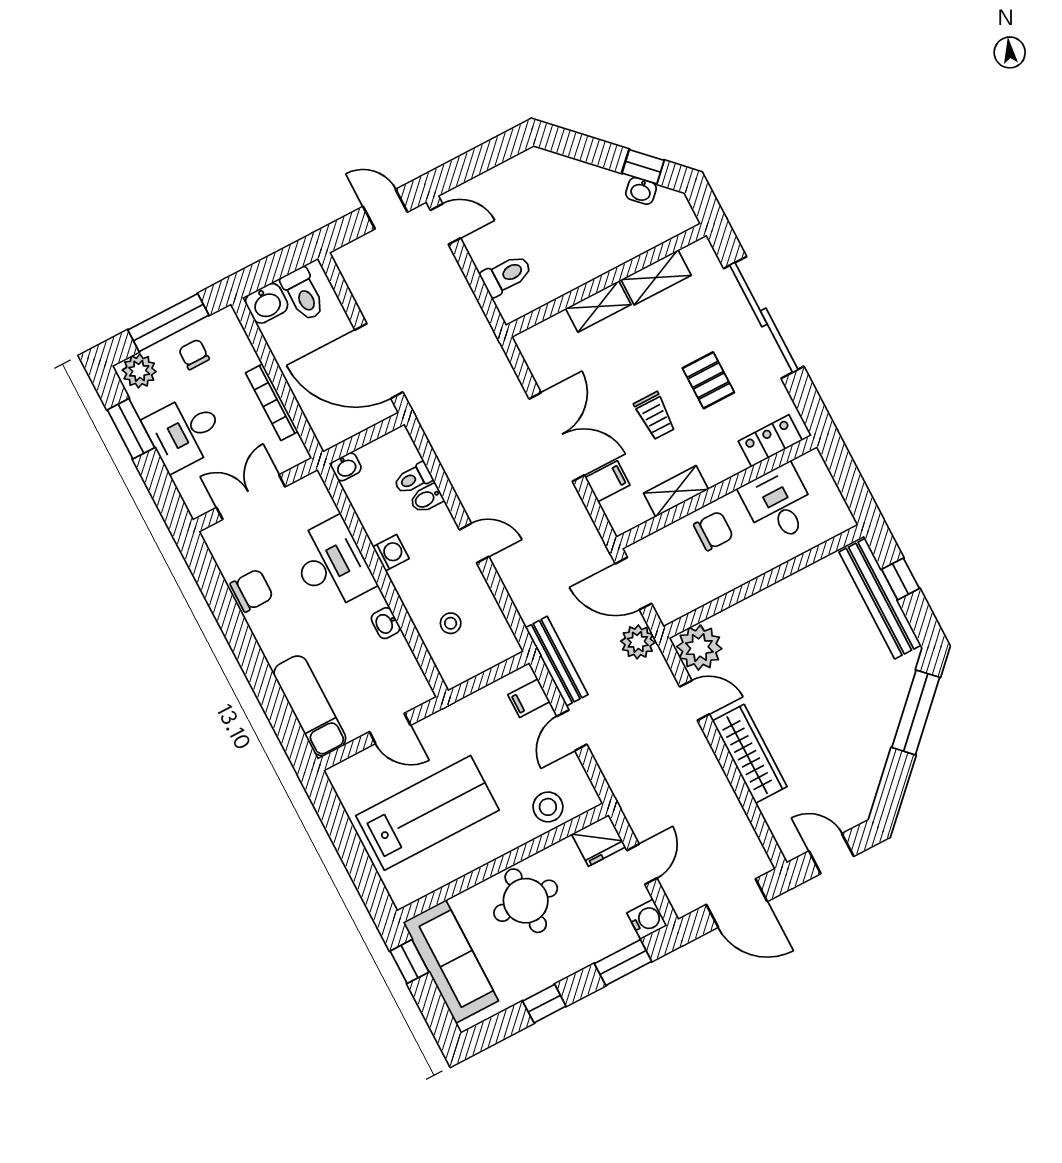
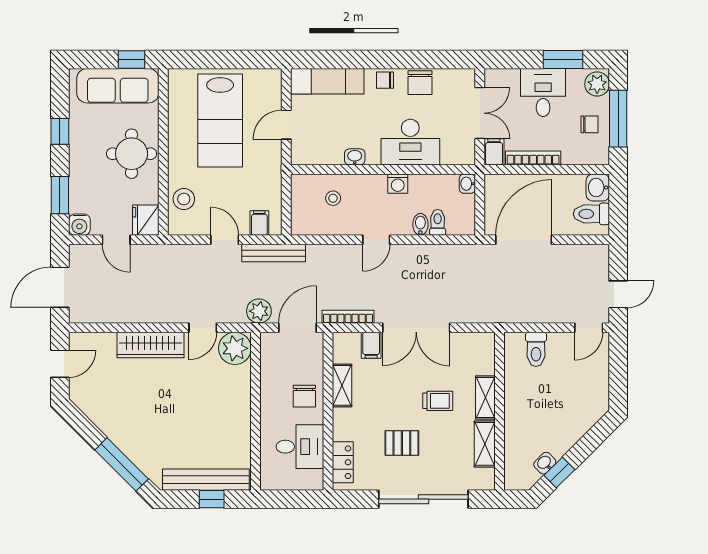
trolley: (655, 416) -> (438, 401), moved, turned 180
filing cabinet: (289, 454) -> (494, 152), added
bookcase: (587, 528) -> (348, 317), added
chair: (271, 635) -> (385, 80), added

